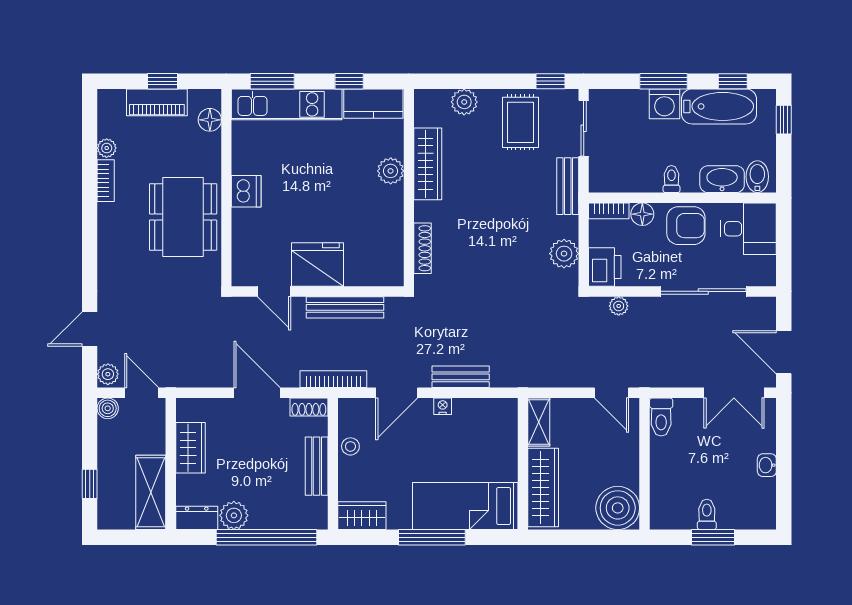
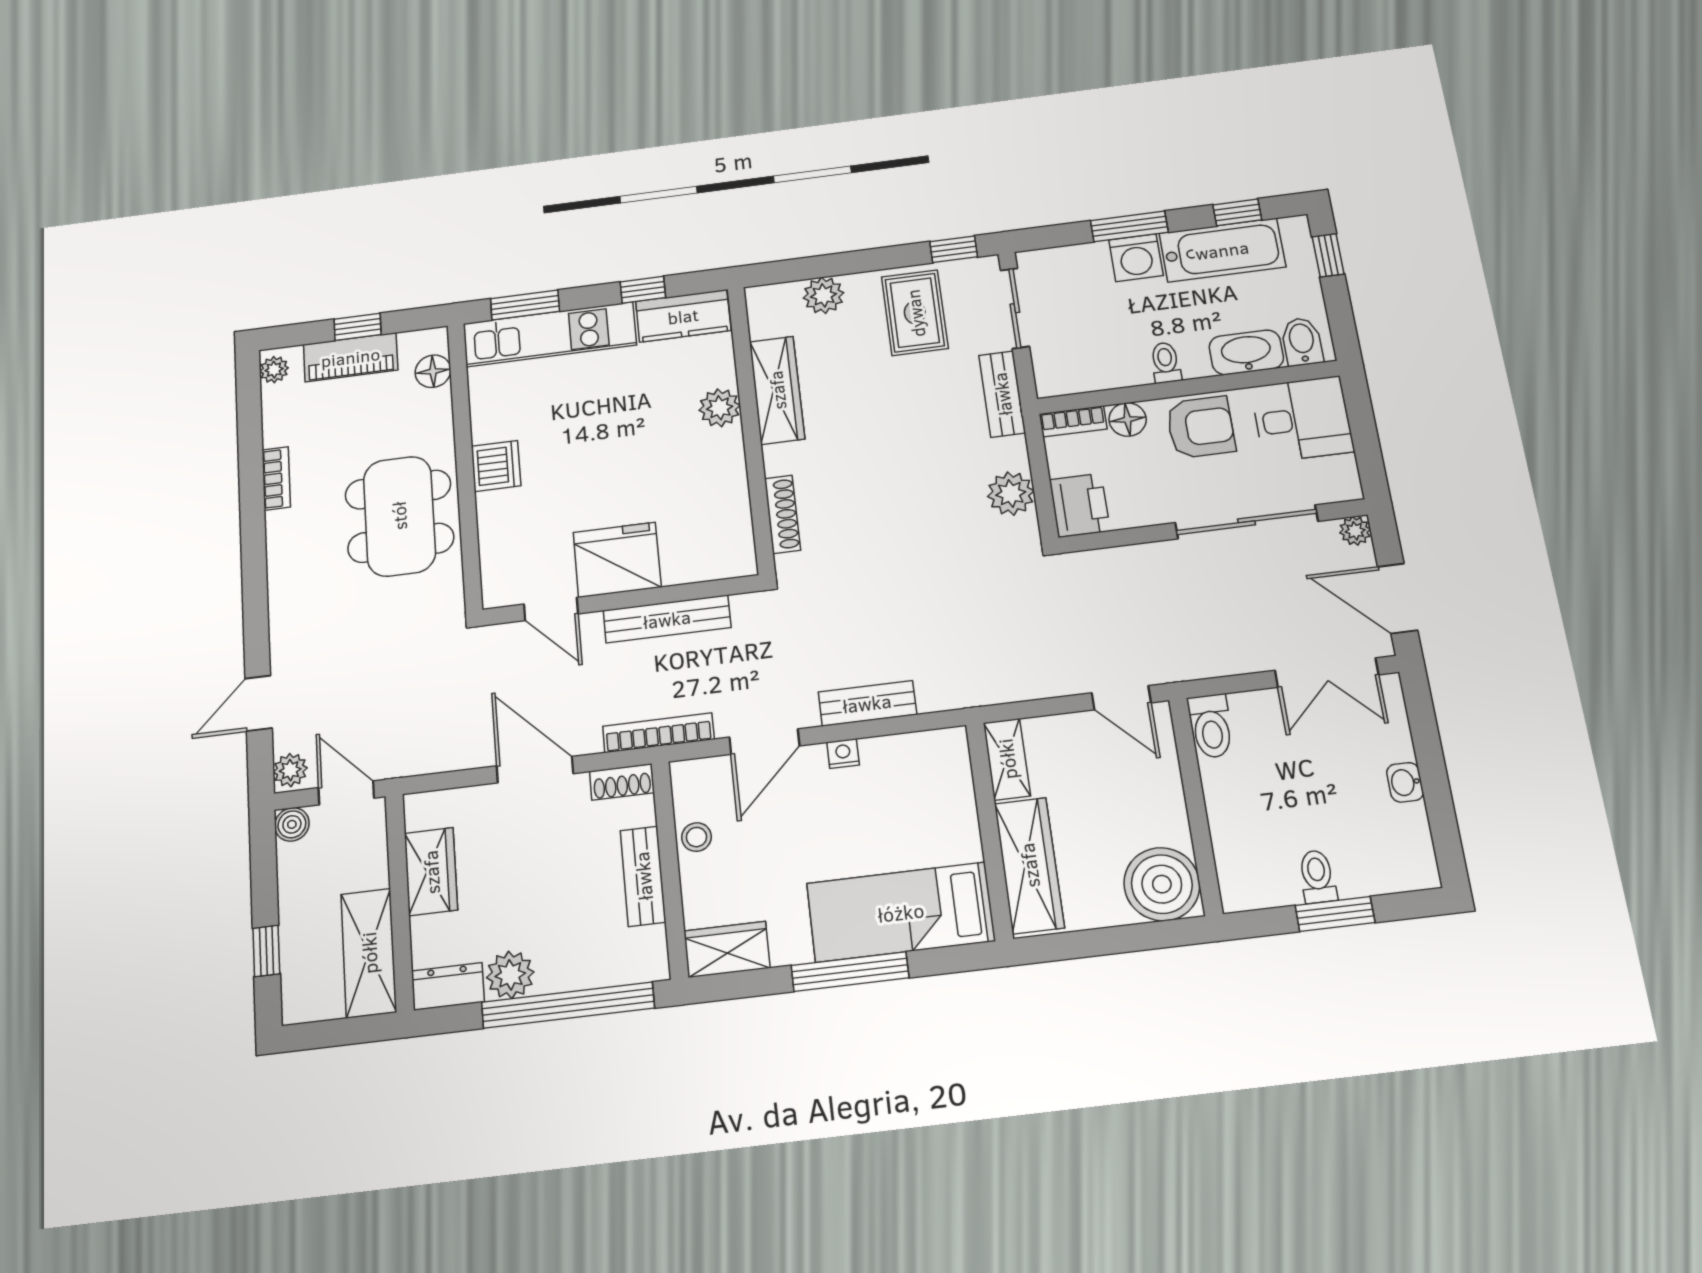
plant: (107, 148) -> (274, 370), moved
plant: (619, 306) -> (1355, 531), moved

